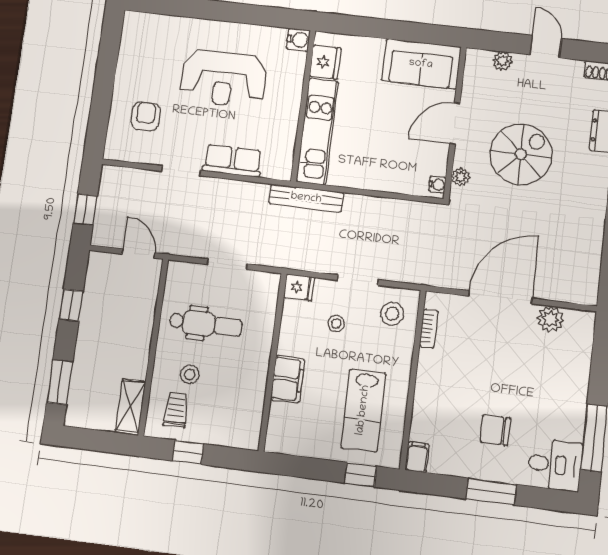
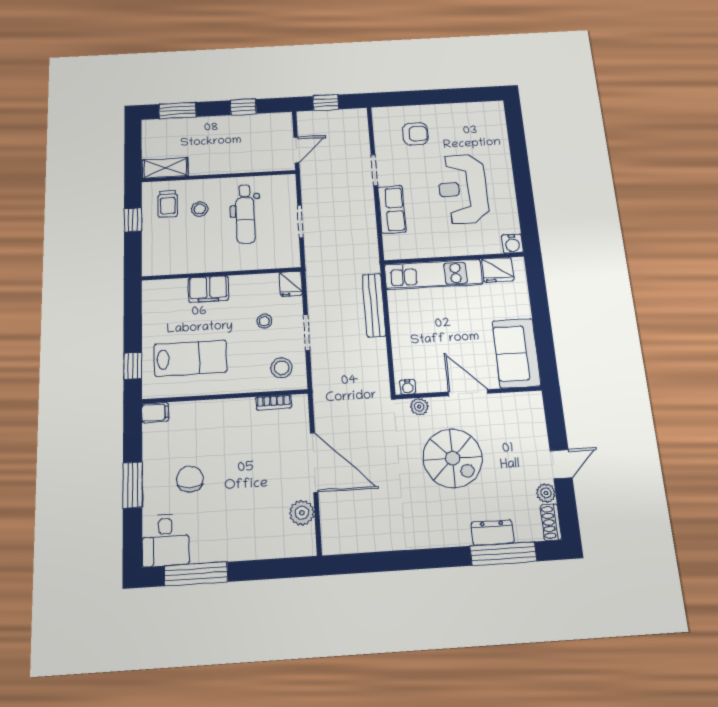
plant: (502, 61) -> (546, 493), moved
bench: (306, 198) -> (374, 305), moved
trolley: (176, 410) -> (168, 204), turned 90
lab bench: (363, 410) -> (190, 358), turned 180

